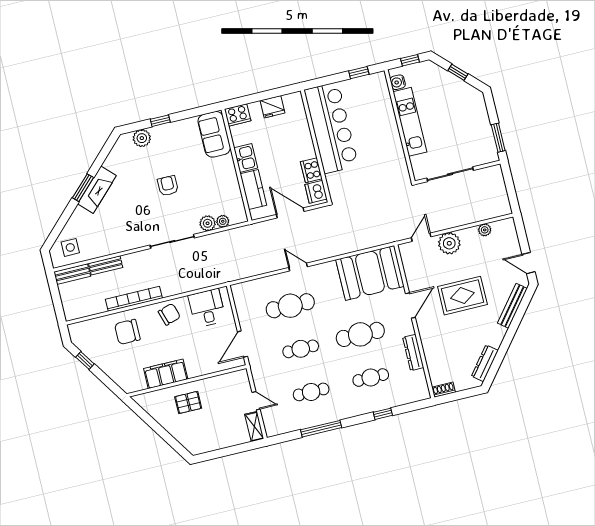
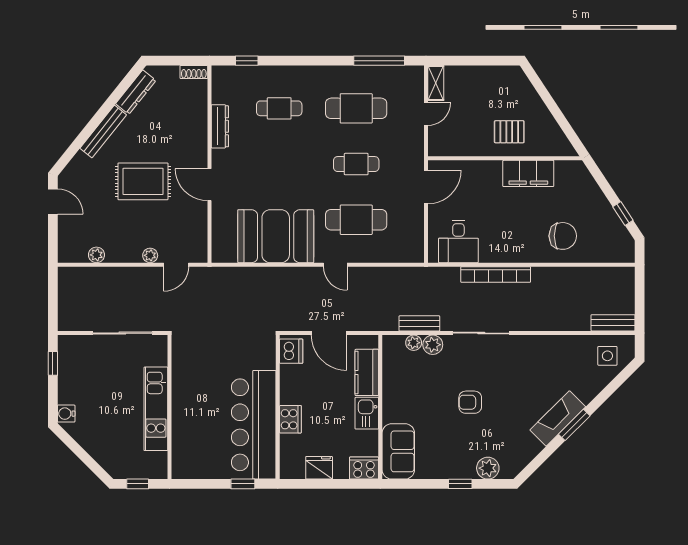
window: (458, 72) -> (83, 455), removed
window: (359, 73) -> (243, 484), moved
water cooler: (398, 82) -> (66, 414), moved, turned 180
window: (498, 138) -> (53, 363), width x0.67
cooker: (311, 170) -> (290, 419), moved
armchair: (168, 186) -> (470, 402), turned 90
plant: (449, 243) -> (150, 255), width x0.53, depth x0.53
bench: (106, 265) -> (419, 323), moved
booth: (370, 273) -> (276, 236), moved
bookcase: (134, 299) -> (496, 274), moved
door: (410, 305) -> (209, 185), hinge flipped
bench: (512, 306) -> (103, 132), moved
chair: (169, 314) -> (506, 245), removed
cafe table: (360, 334) -> (279, 164), removed
cafe table: (311, 392) -> (356, 108), width x1.37, depth x1.35
door: (256, 401) -> (426, 114), swing flipped
window: (383, 414) -> (247, 61), moved
window: (321, 429) -> (379, 61), moved

